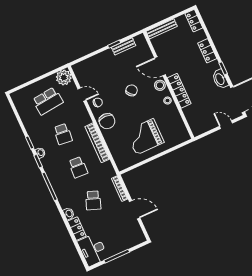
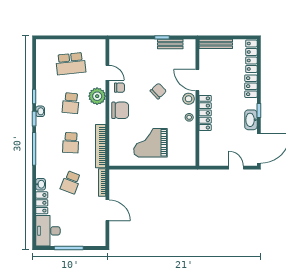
locker: (194, 21) -> (251, 56), width x1.53
plant: (64, 77) -> (97, 96), moved
chair: (107, 121) -> (120, 110), turned -90
bookcase: (97, 143) -> (101, 146), moved

